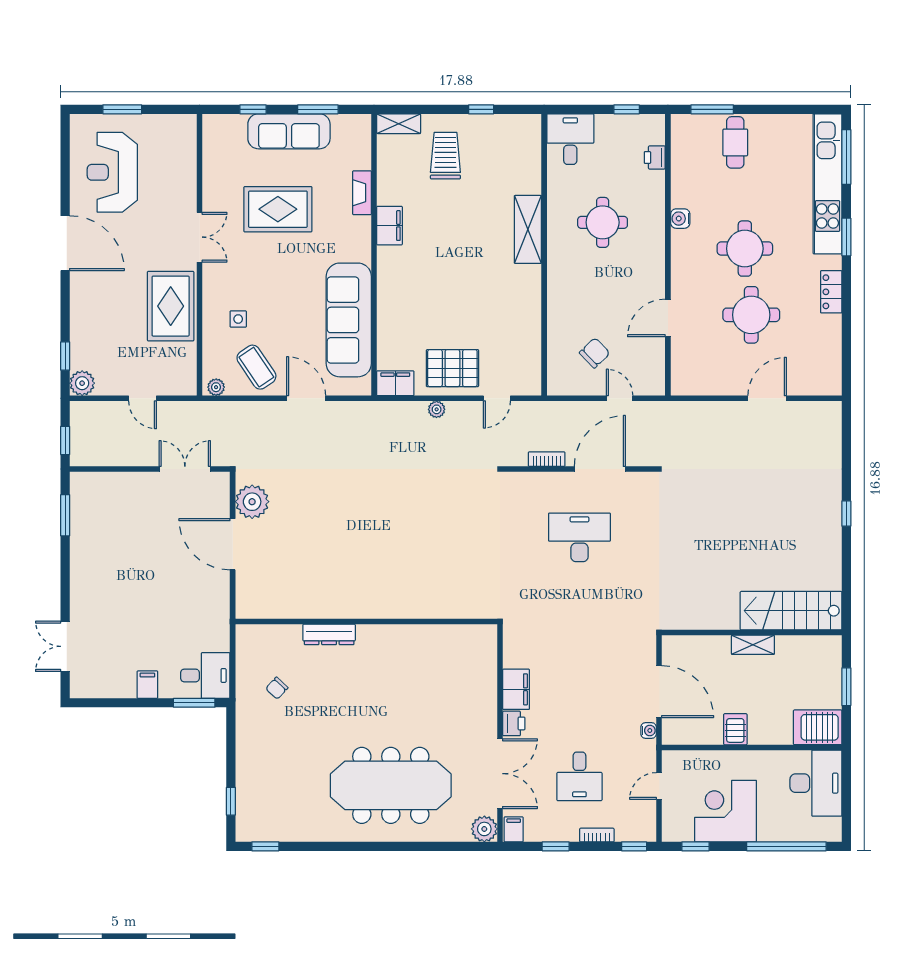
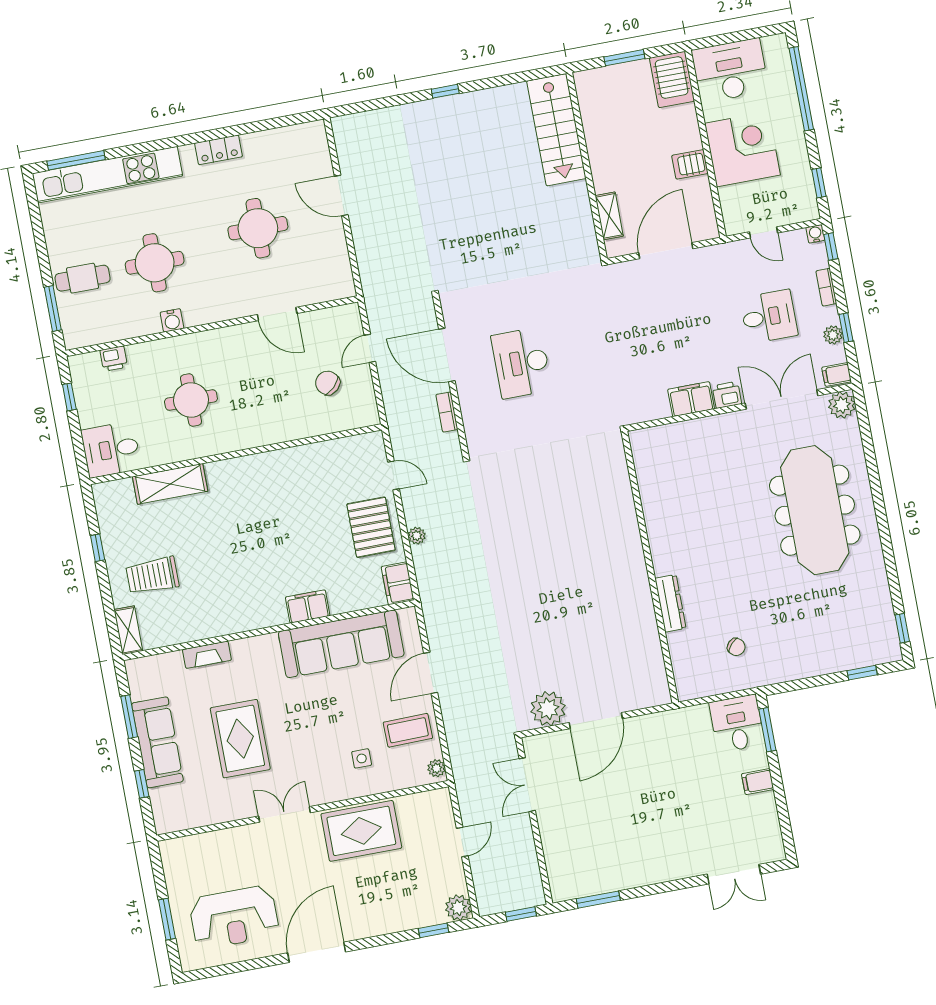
filing cabinet: (389, 226) -> (308, 606), moved
shelving: (528, 229) -> (170, 484), moved
window: (846, 237) -> (159, 145), removed
round table: (745, 249) -> (155, 263), moved
coffee table: (256, 367) -> (408, 730), turned 33
shelving: (753, 645) -> (609, 216), moved
water cooler: (649, 730) -> (815, 234), moved
corner desk: (725, 811) -> (742, 149), moved, turned 180
plant: (551, 833) -> (833, 335), added

